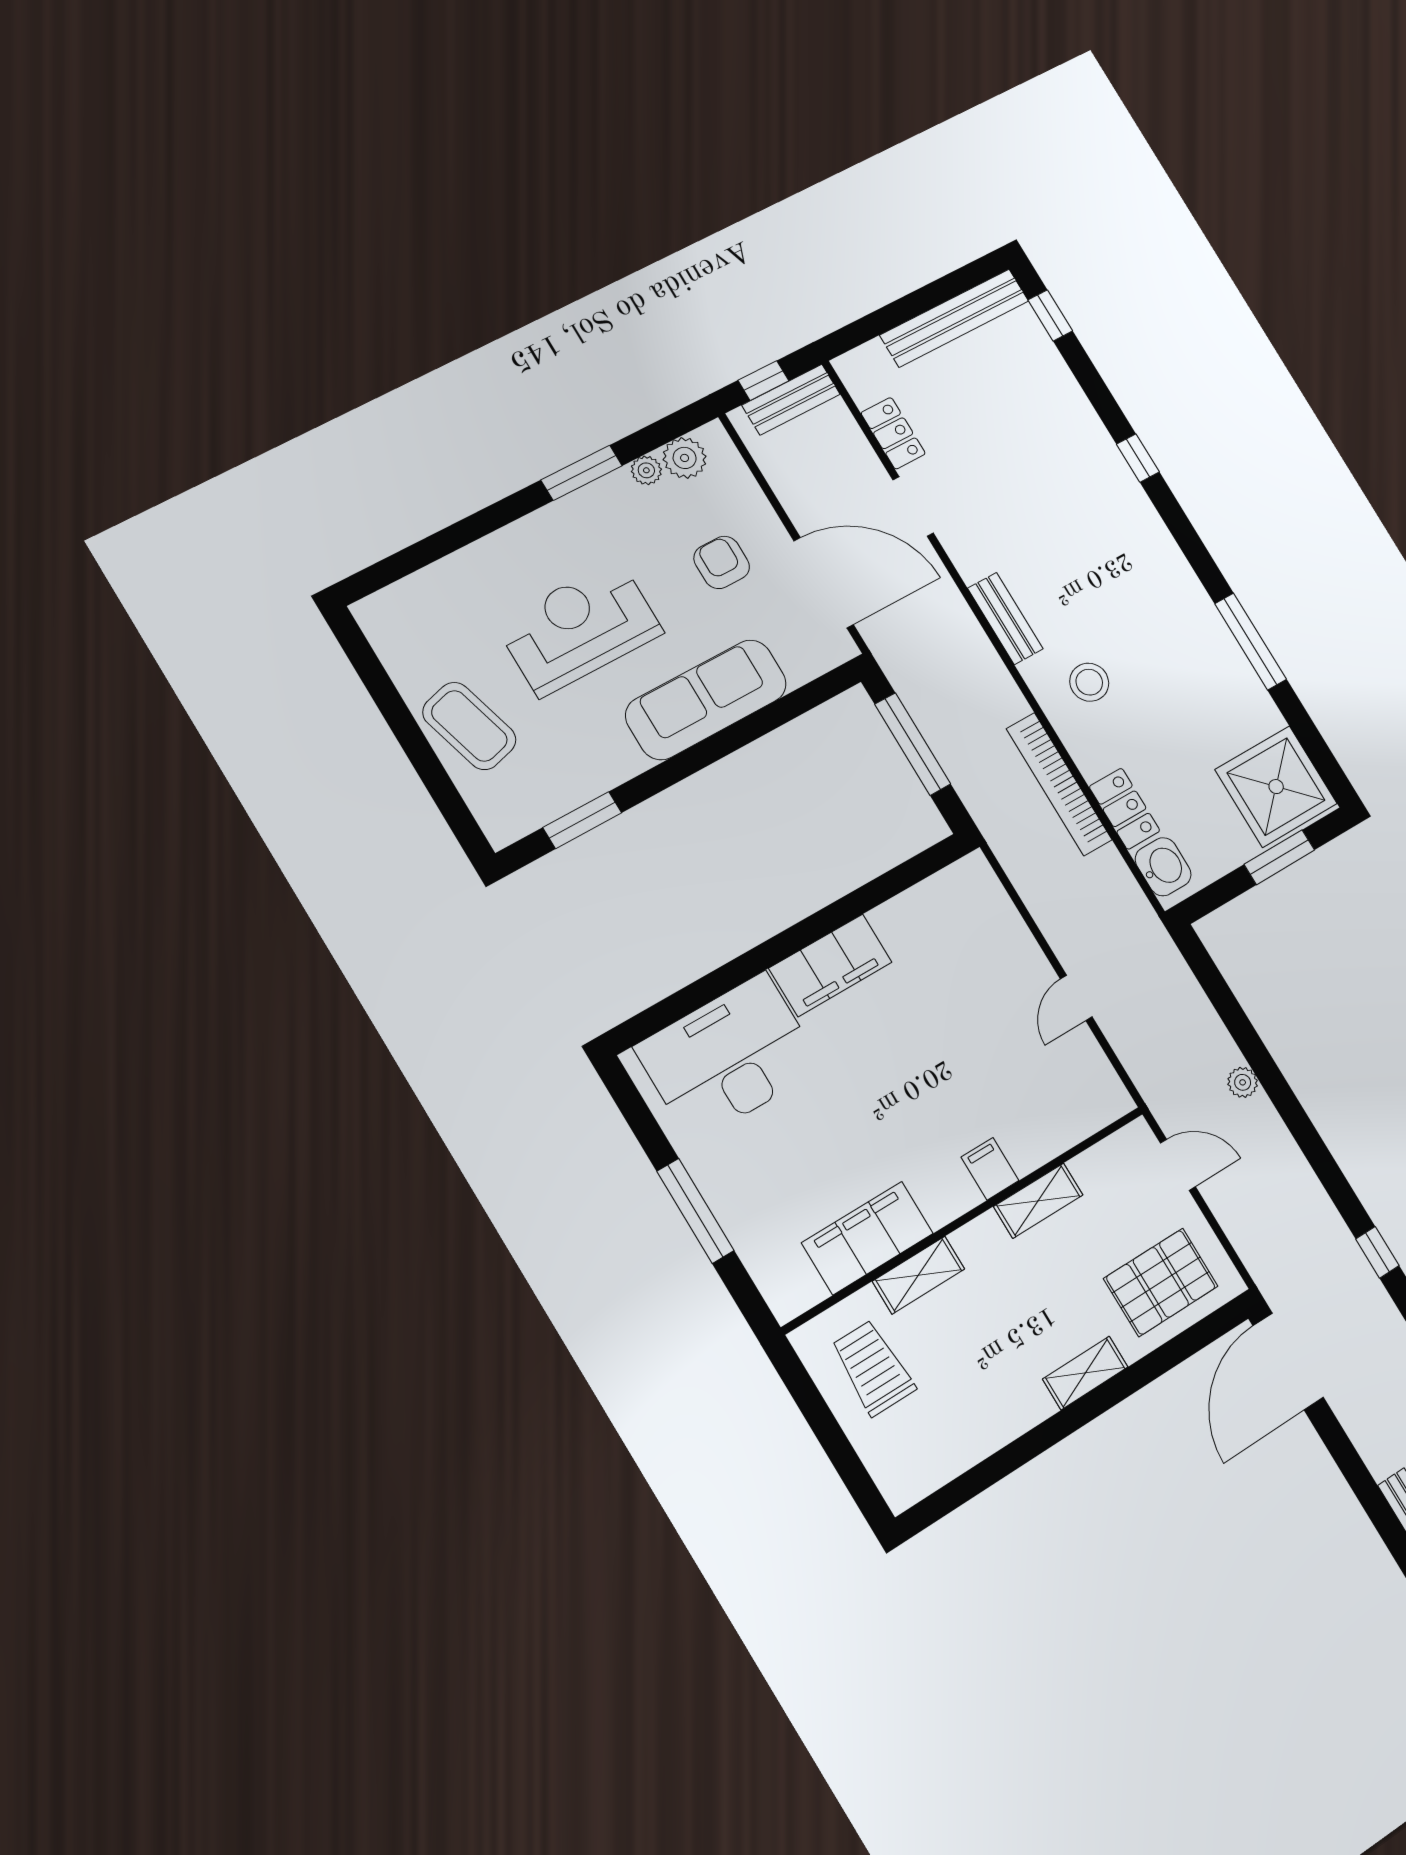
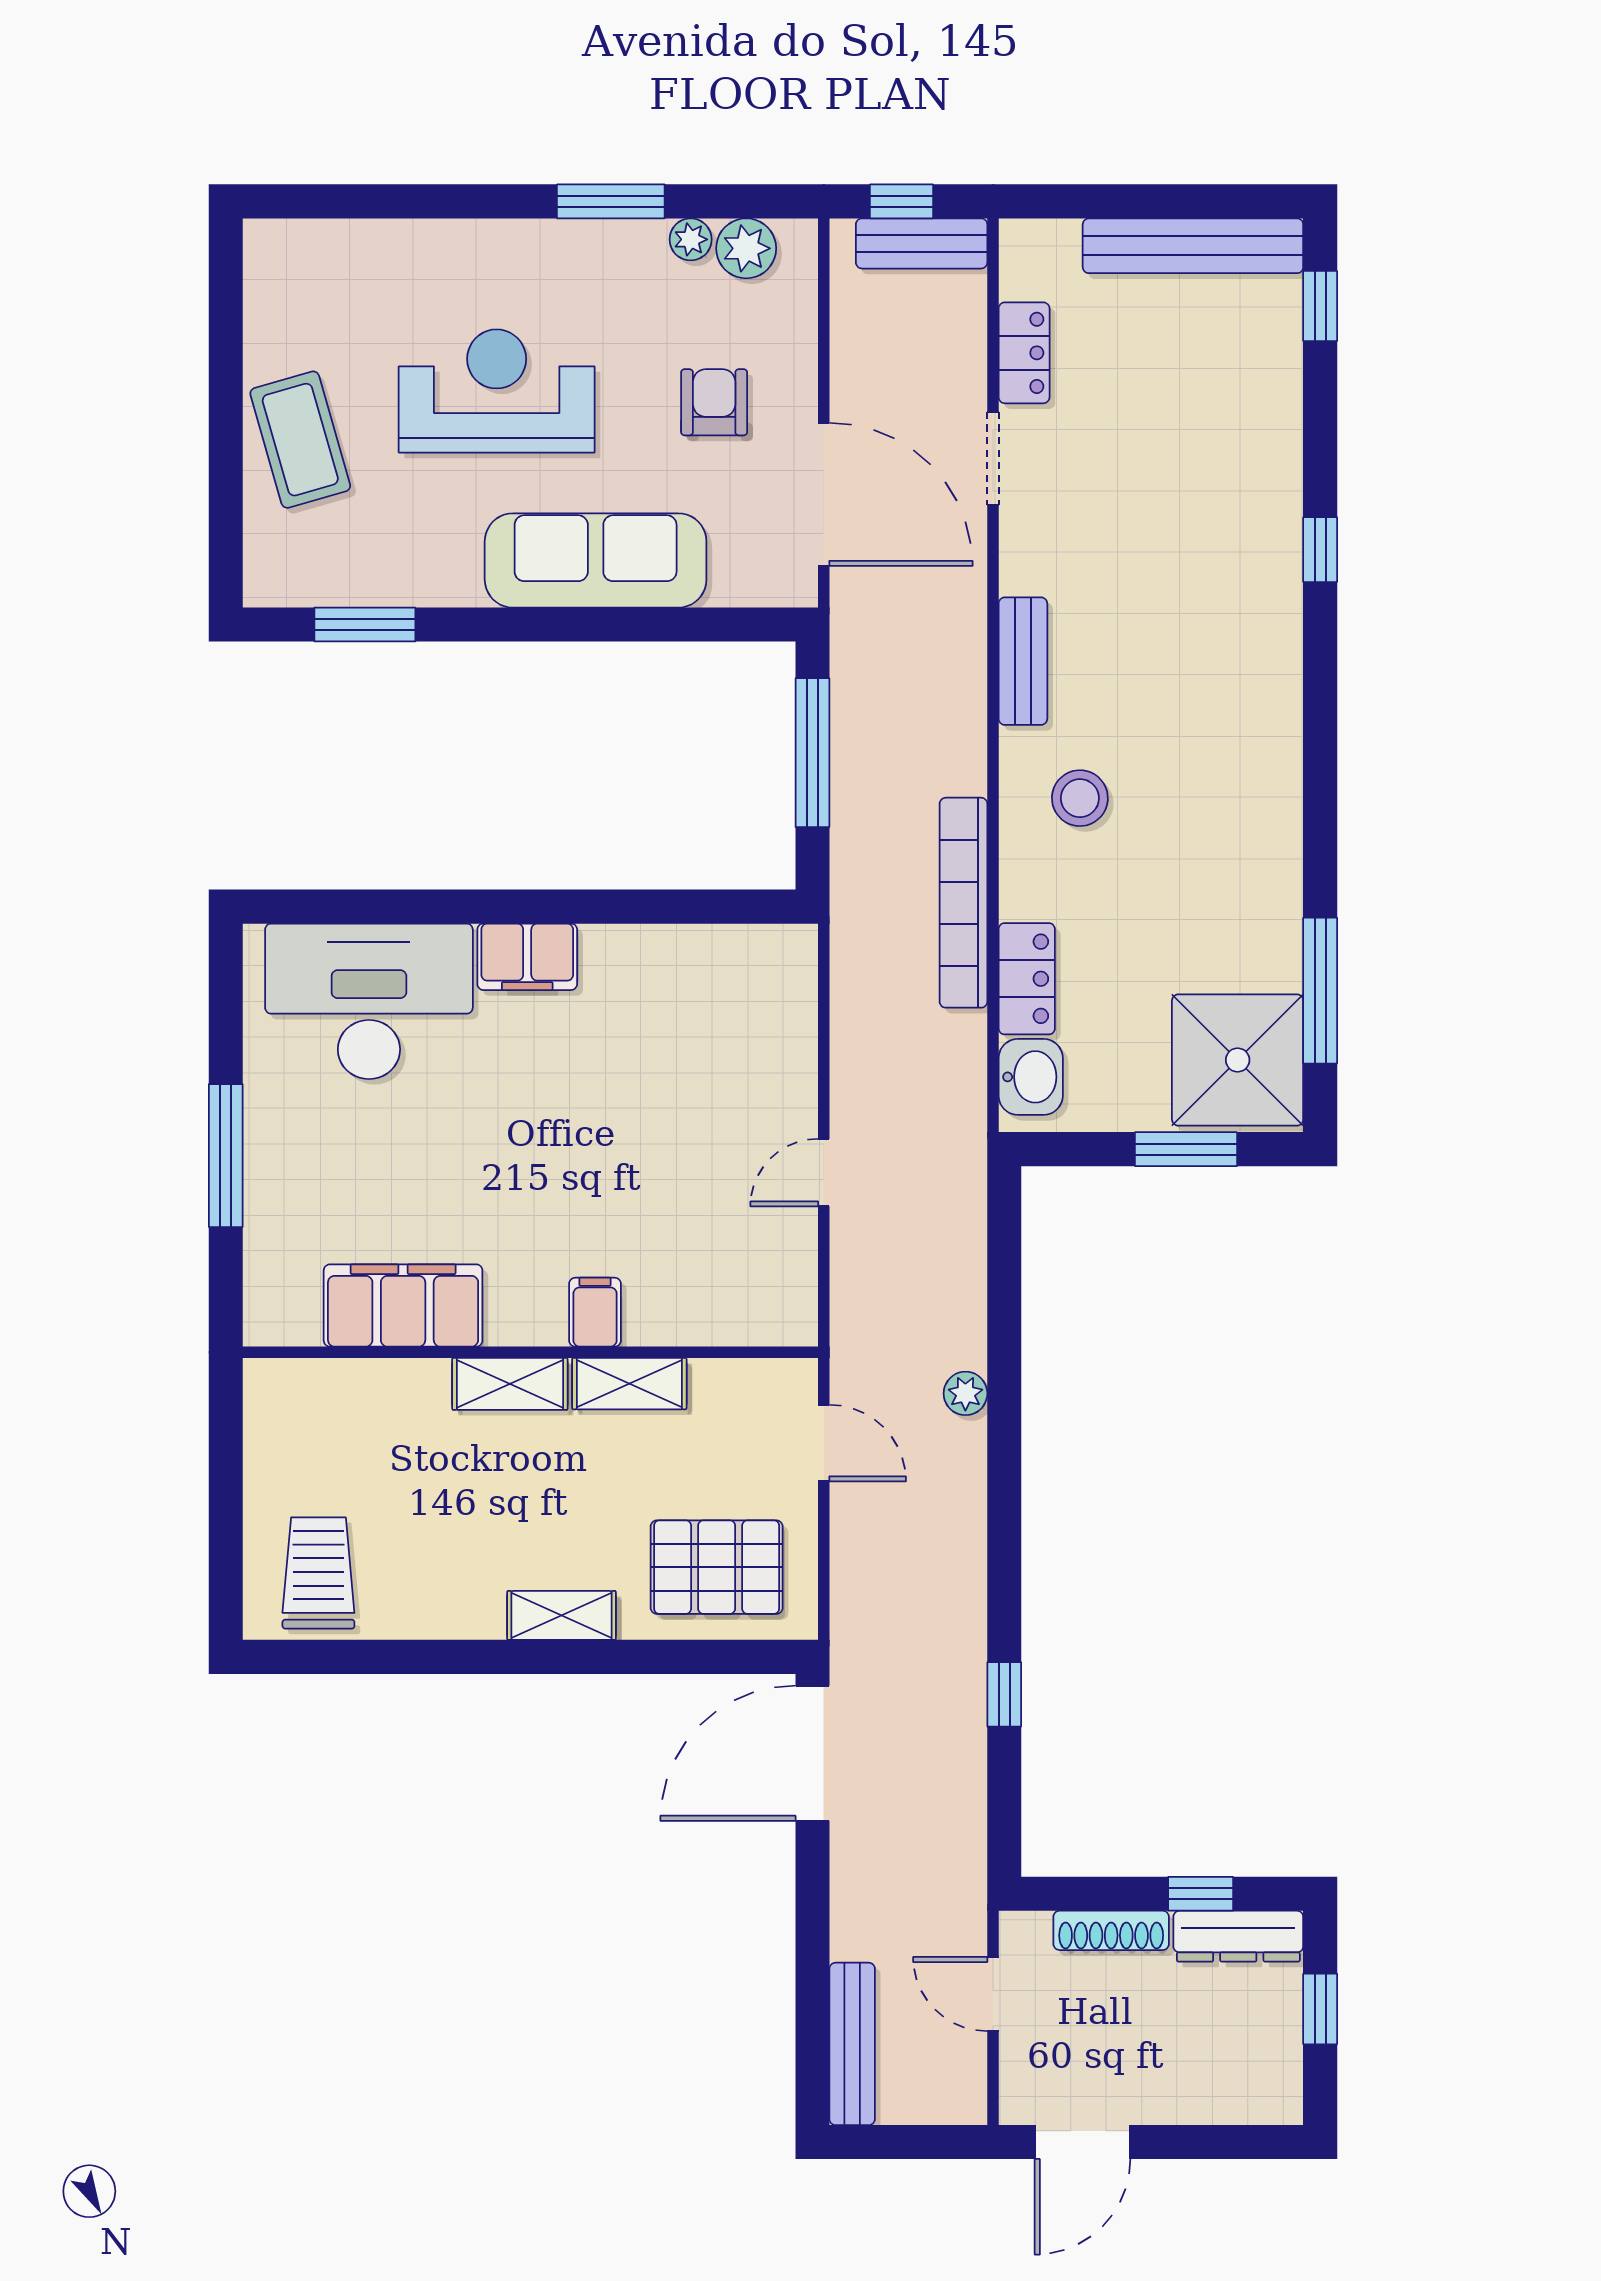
window: (1251, 642) -> (1320, 991), moved
filing cabinet: (830, 965) -> (527, 957), width x0.67, depth x0.86
shelving: (919, 1275) -> (510, 1384), moved
trolley: (873, 1368) -> (318, 1573), moved

